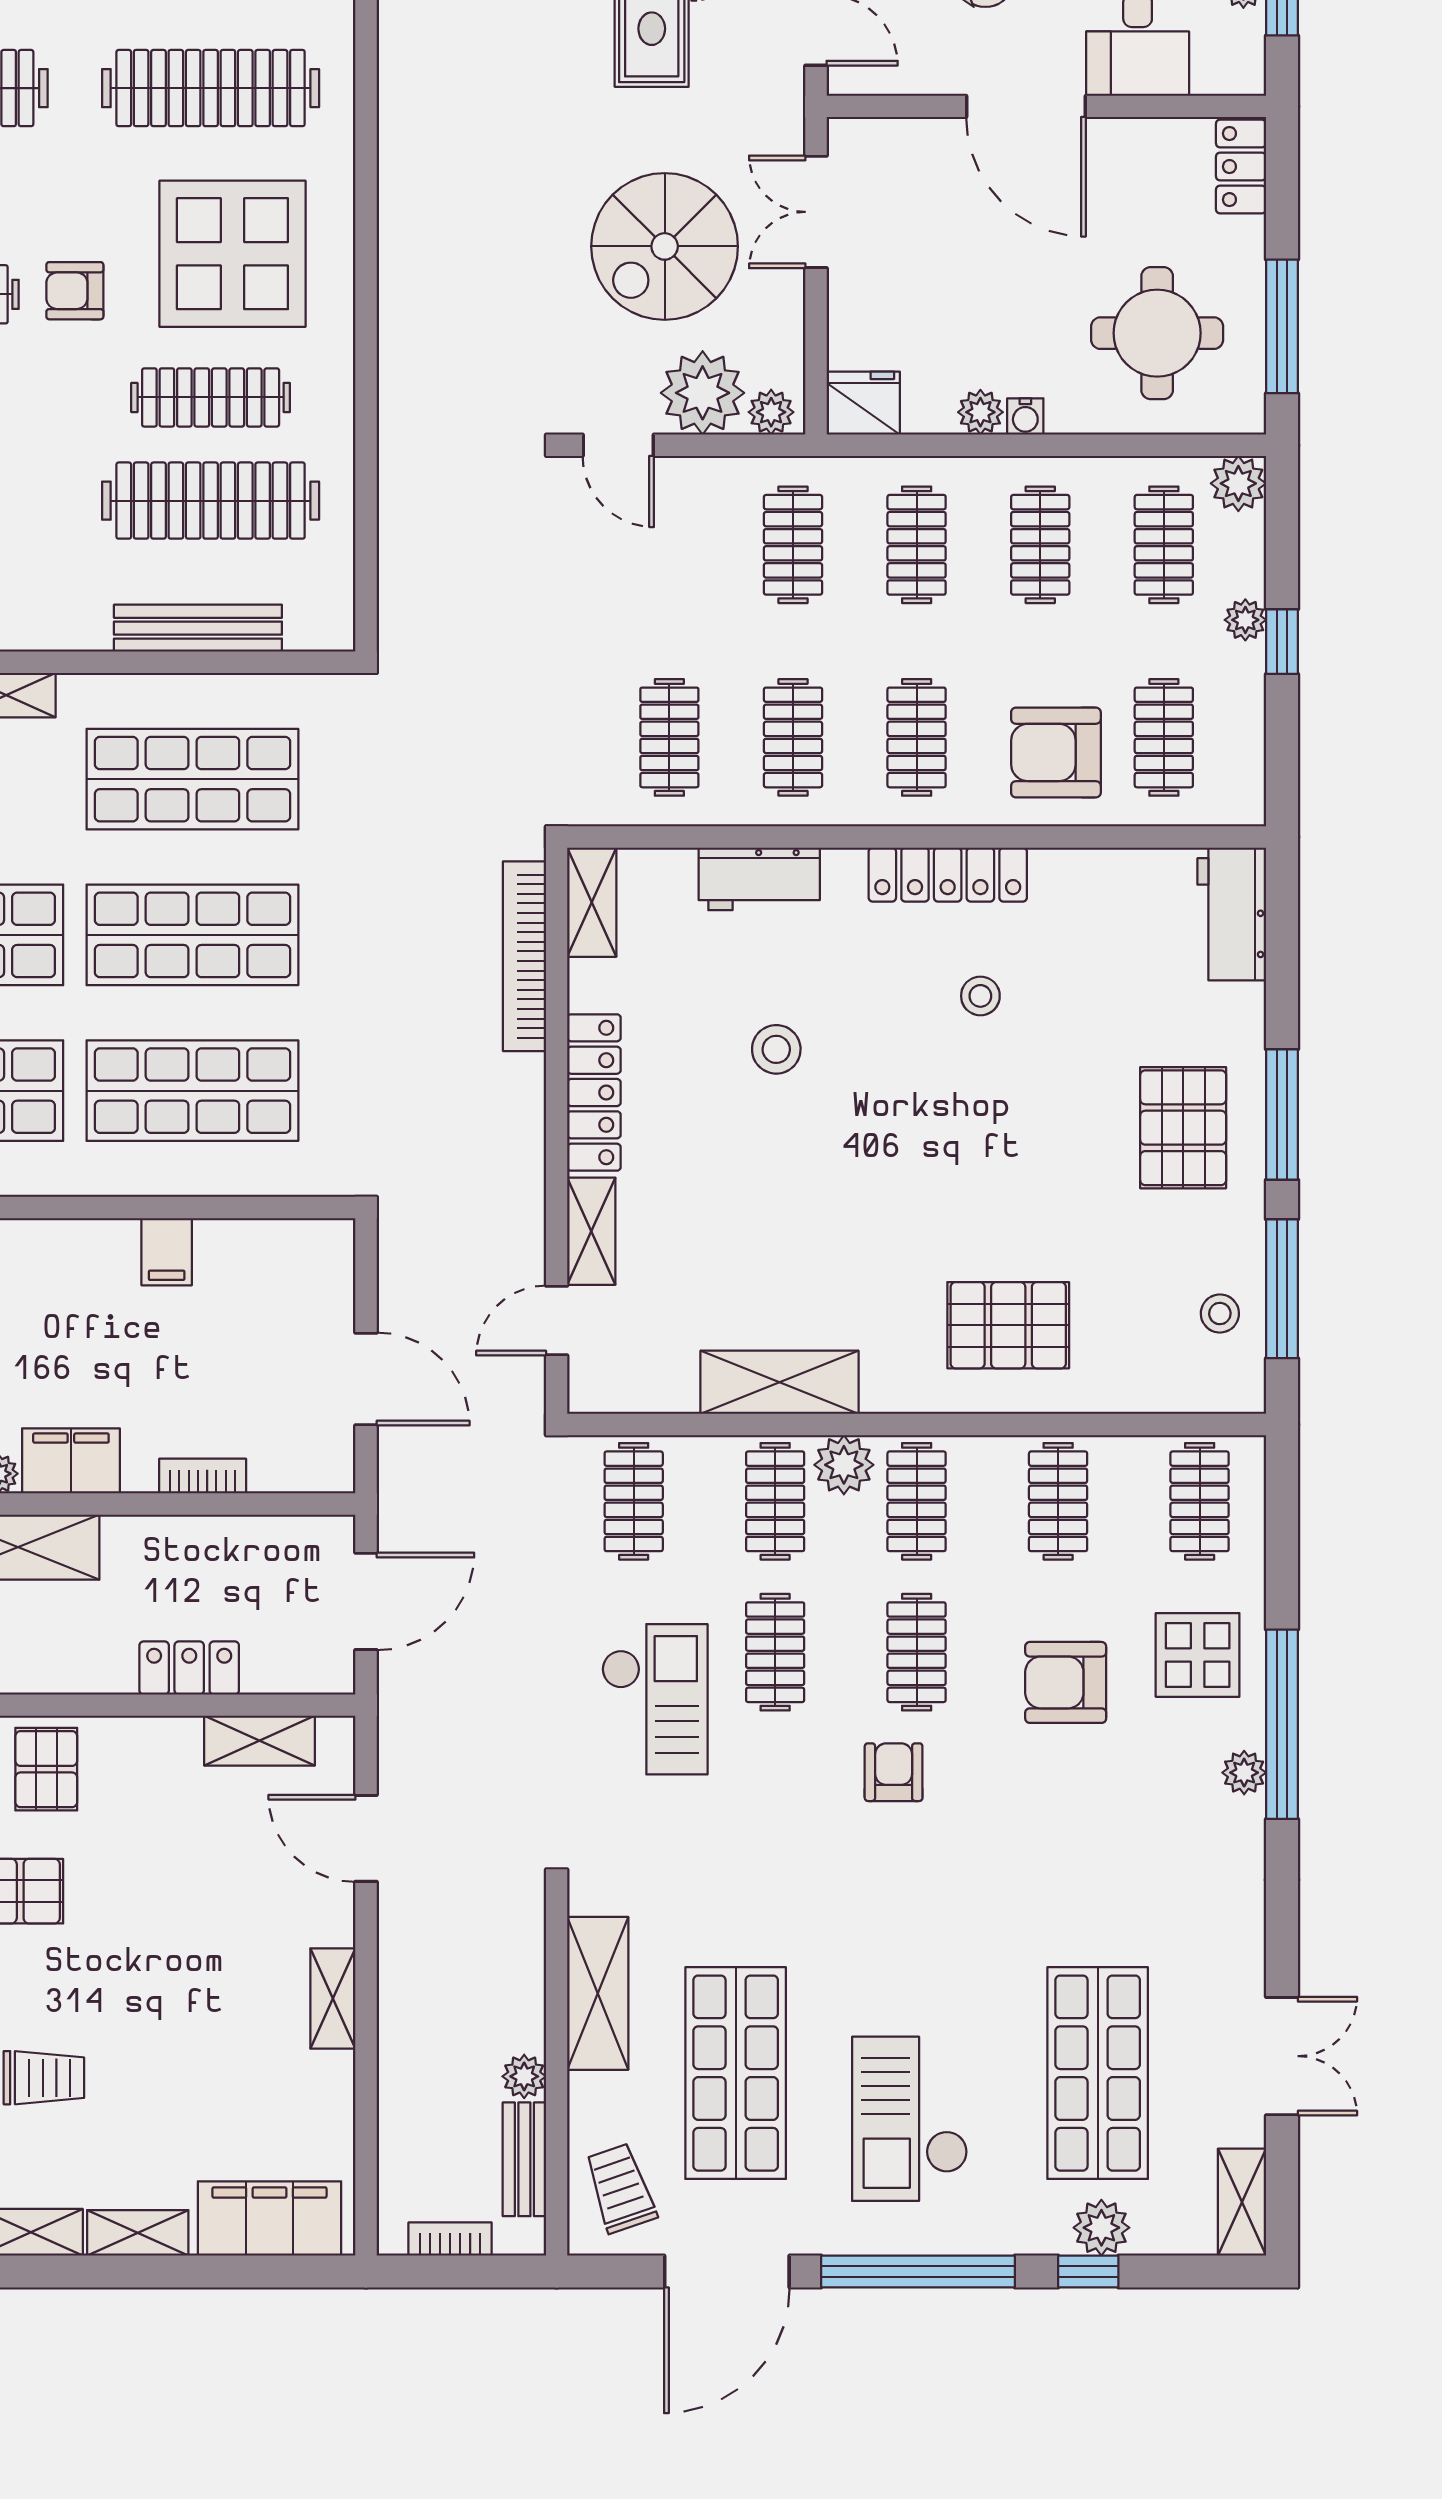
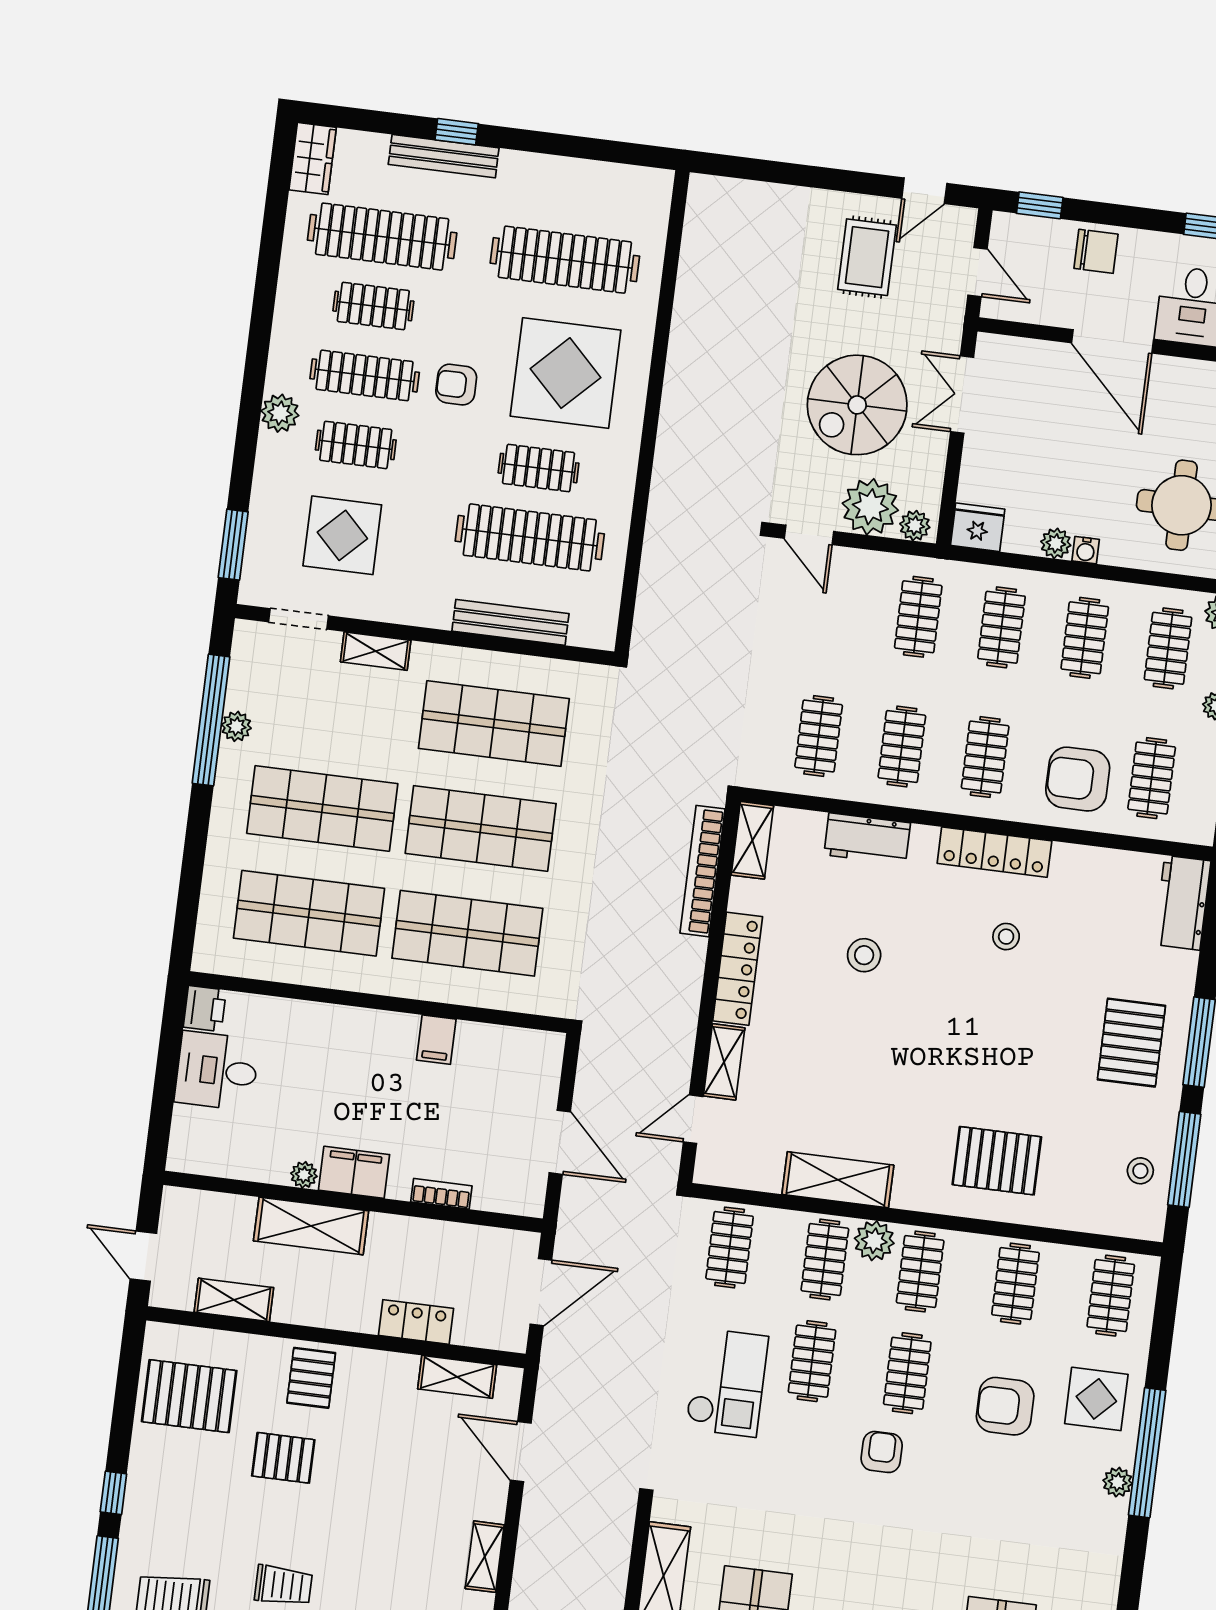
clothes rail: (211, 397) -> (539, 468), width x0.73

